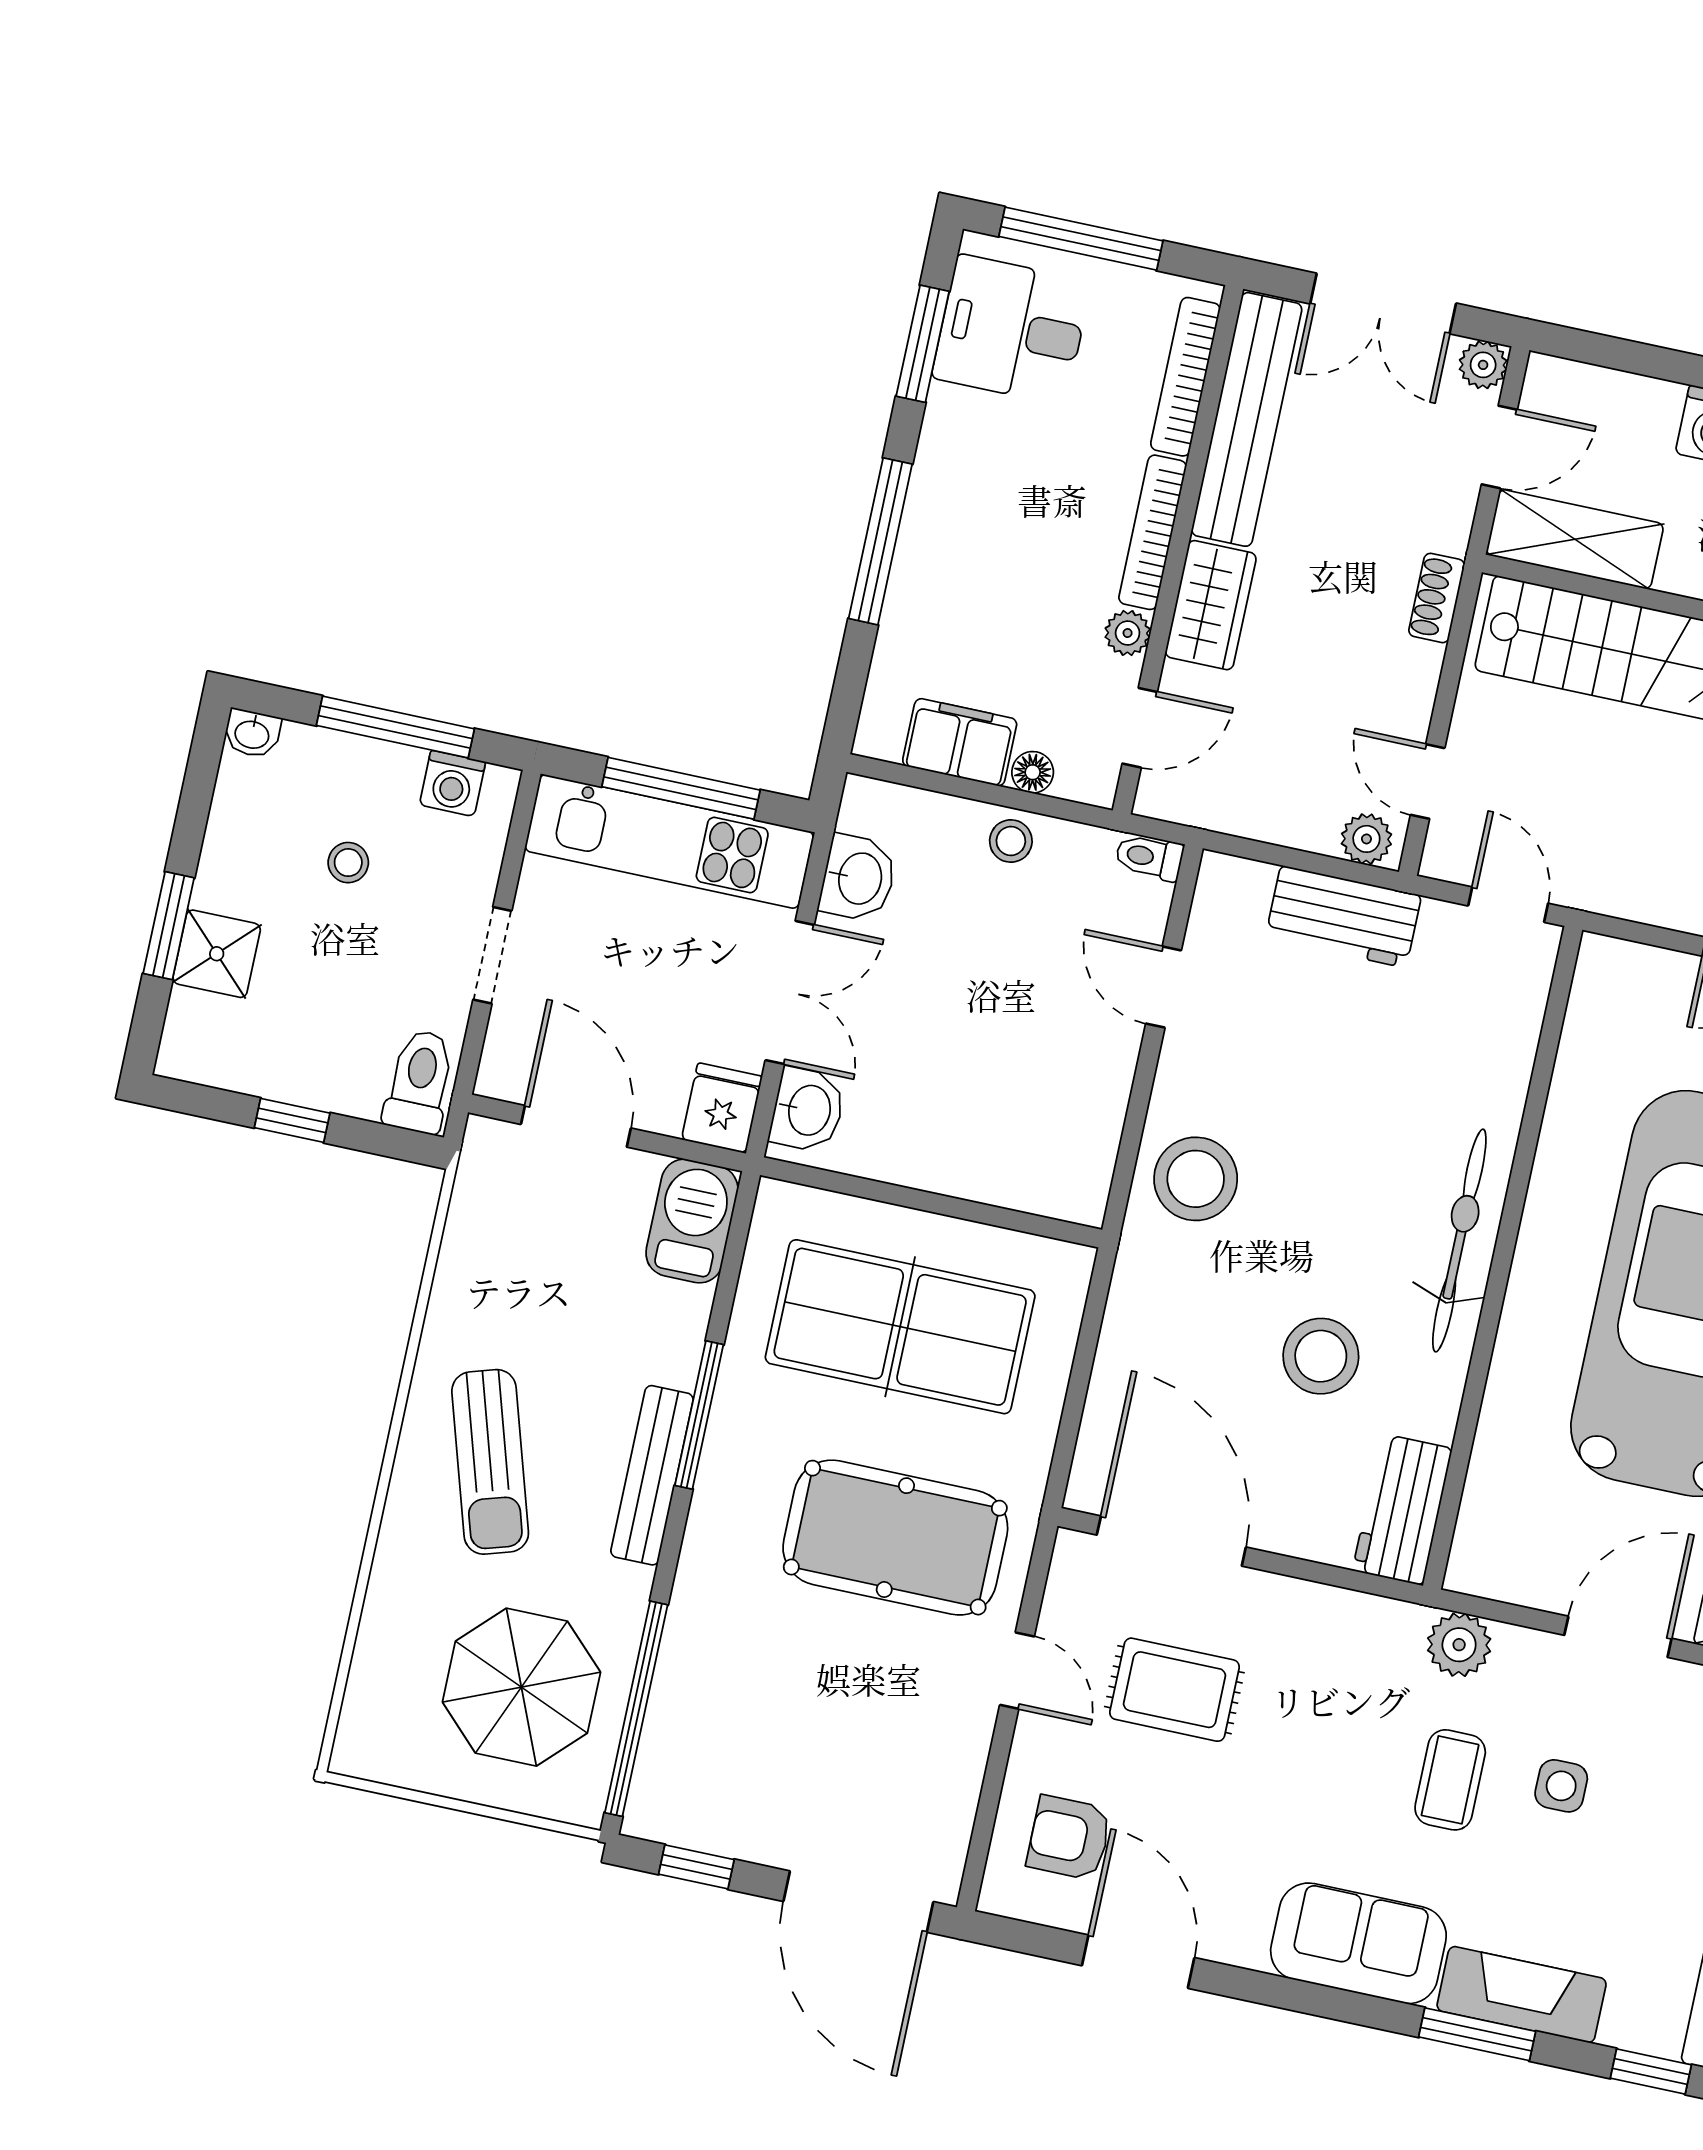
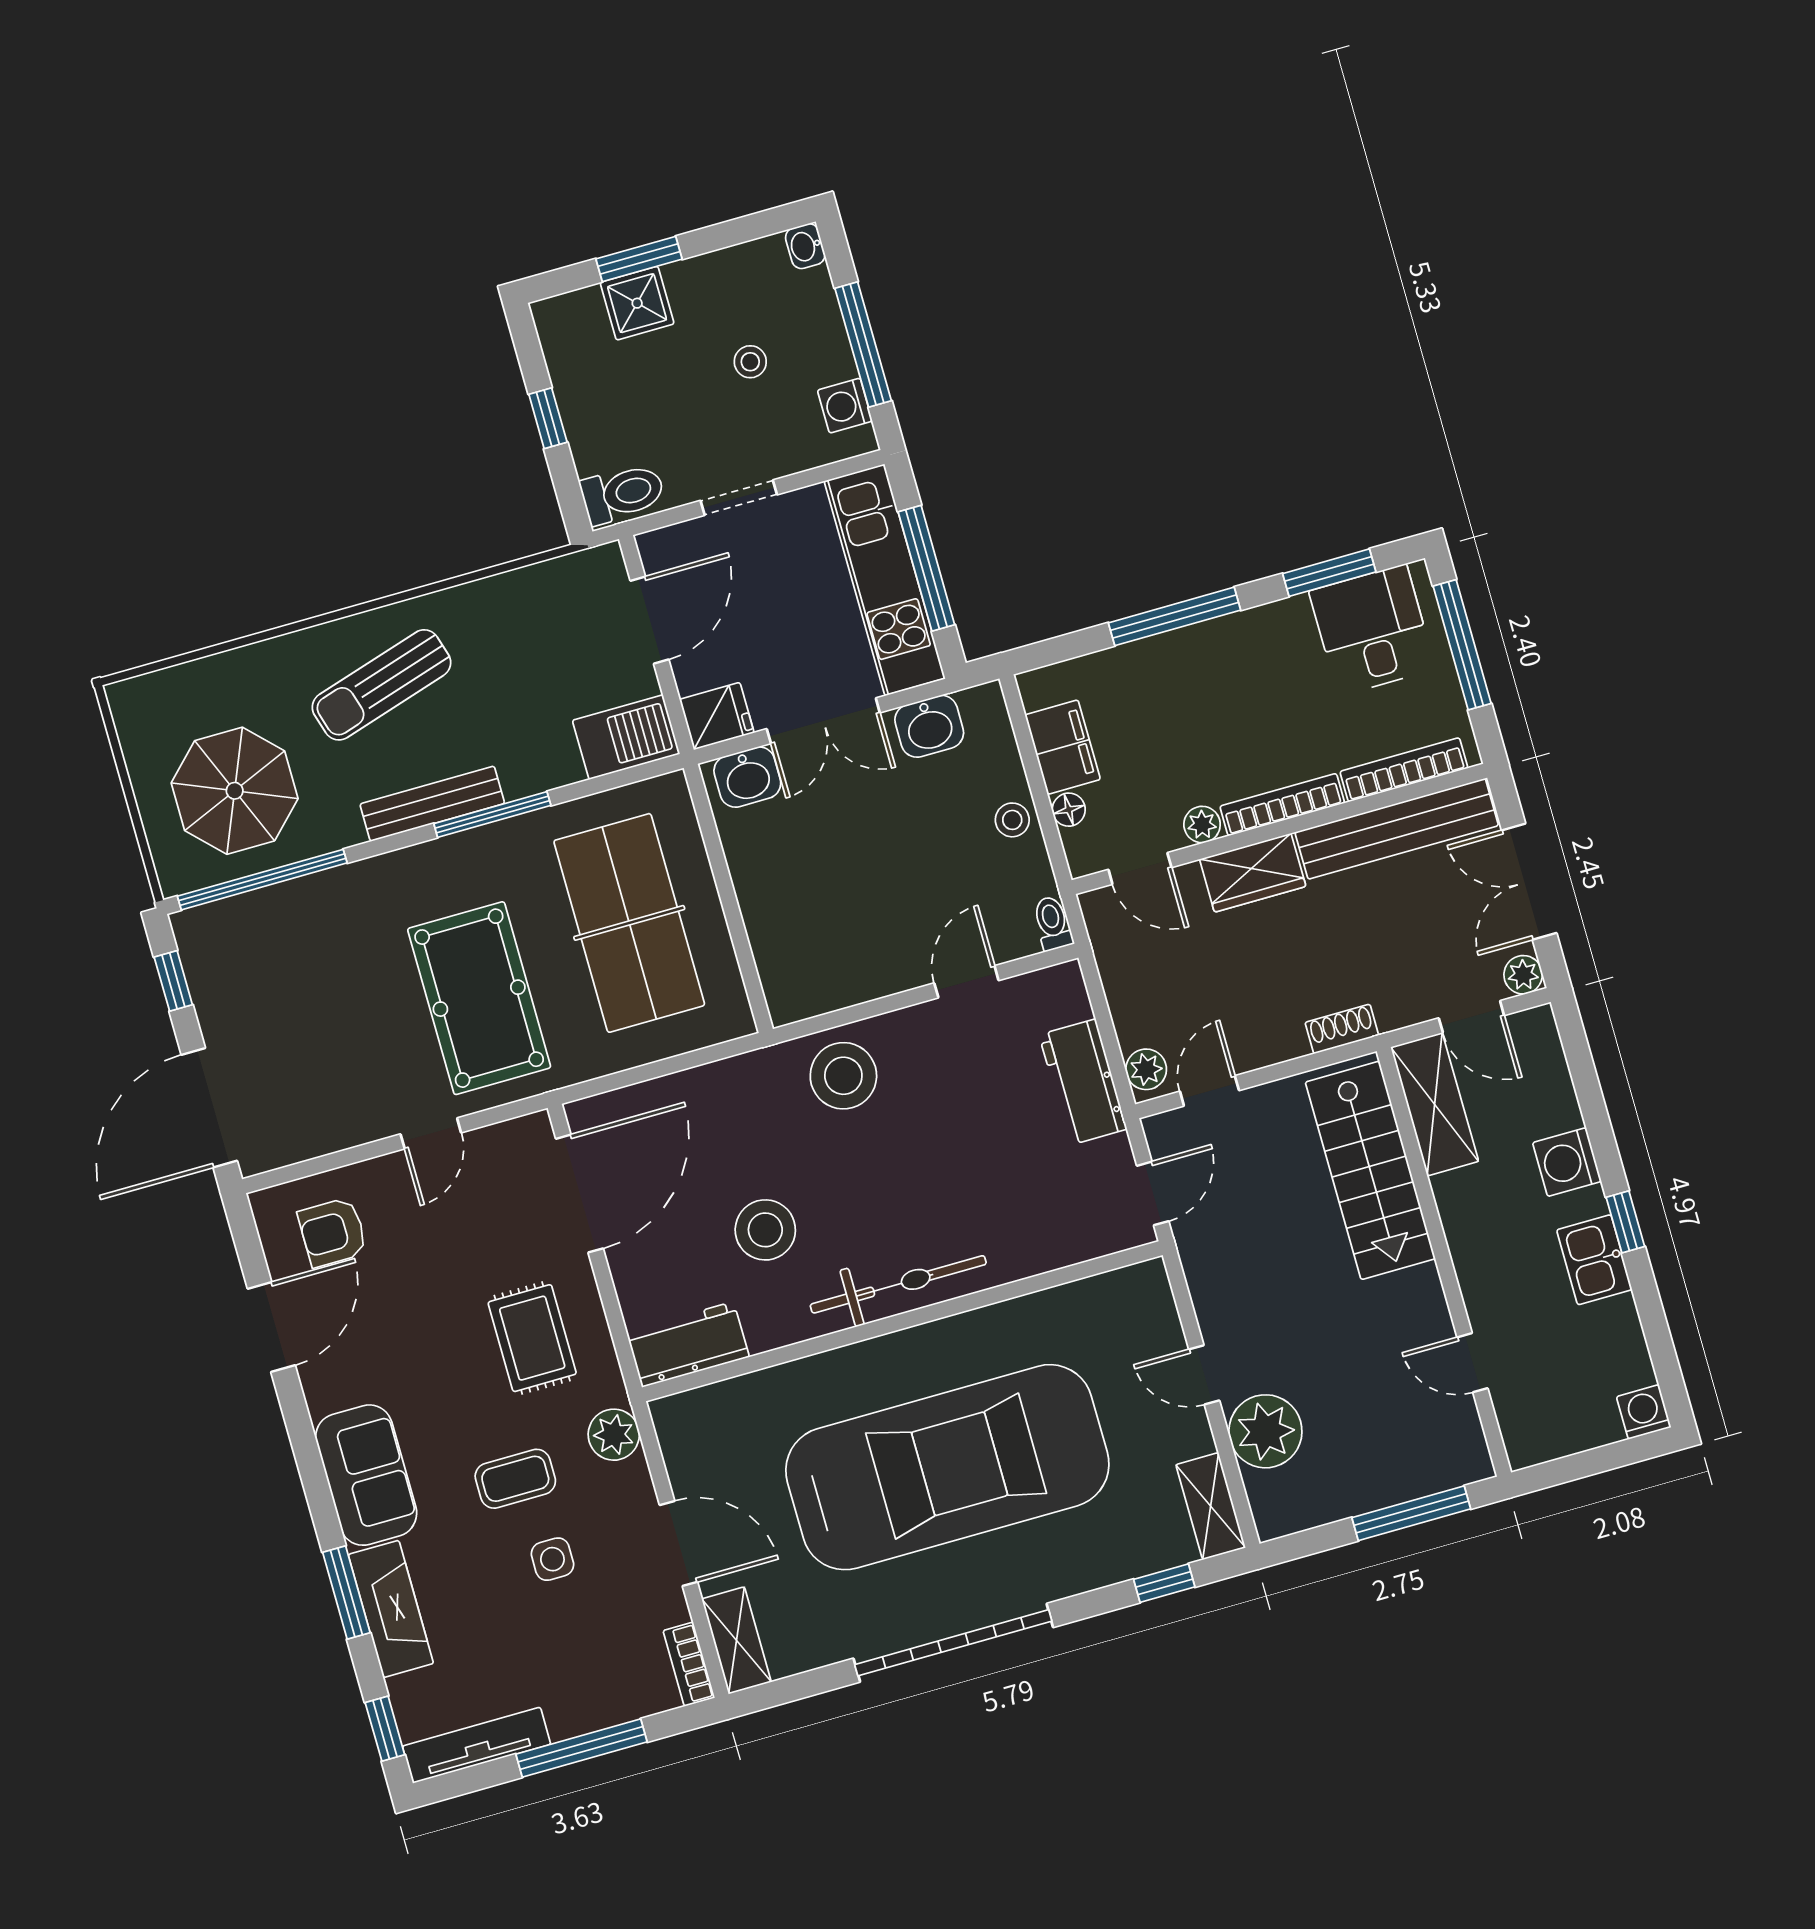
rug: (1174, 1690) -> (532, 1338), moved
armchair: (1069, 1838) -> (333, 1232), turned -90

